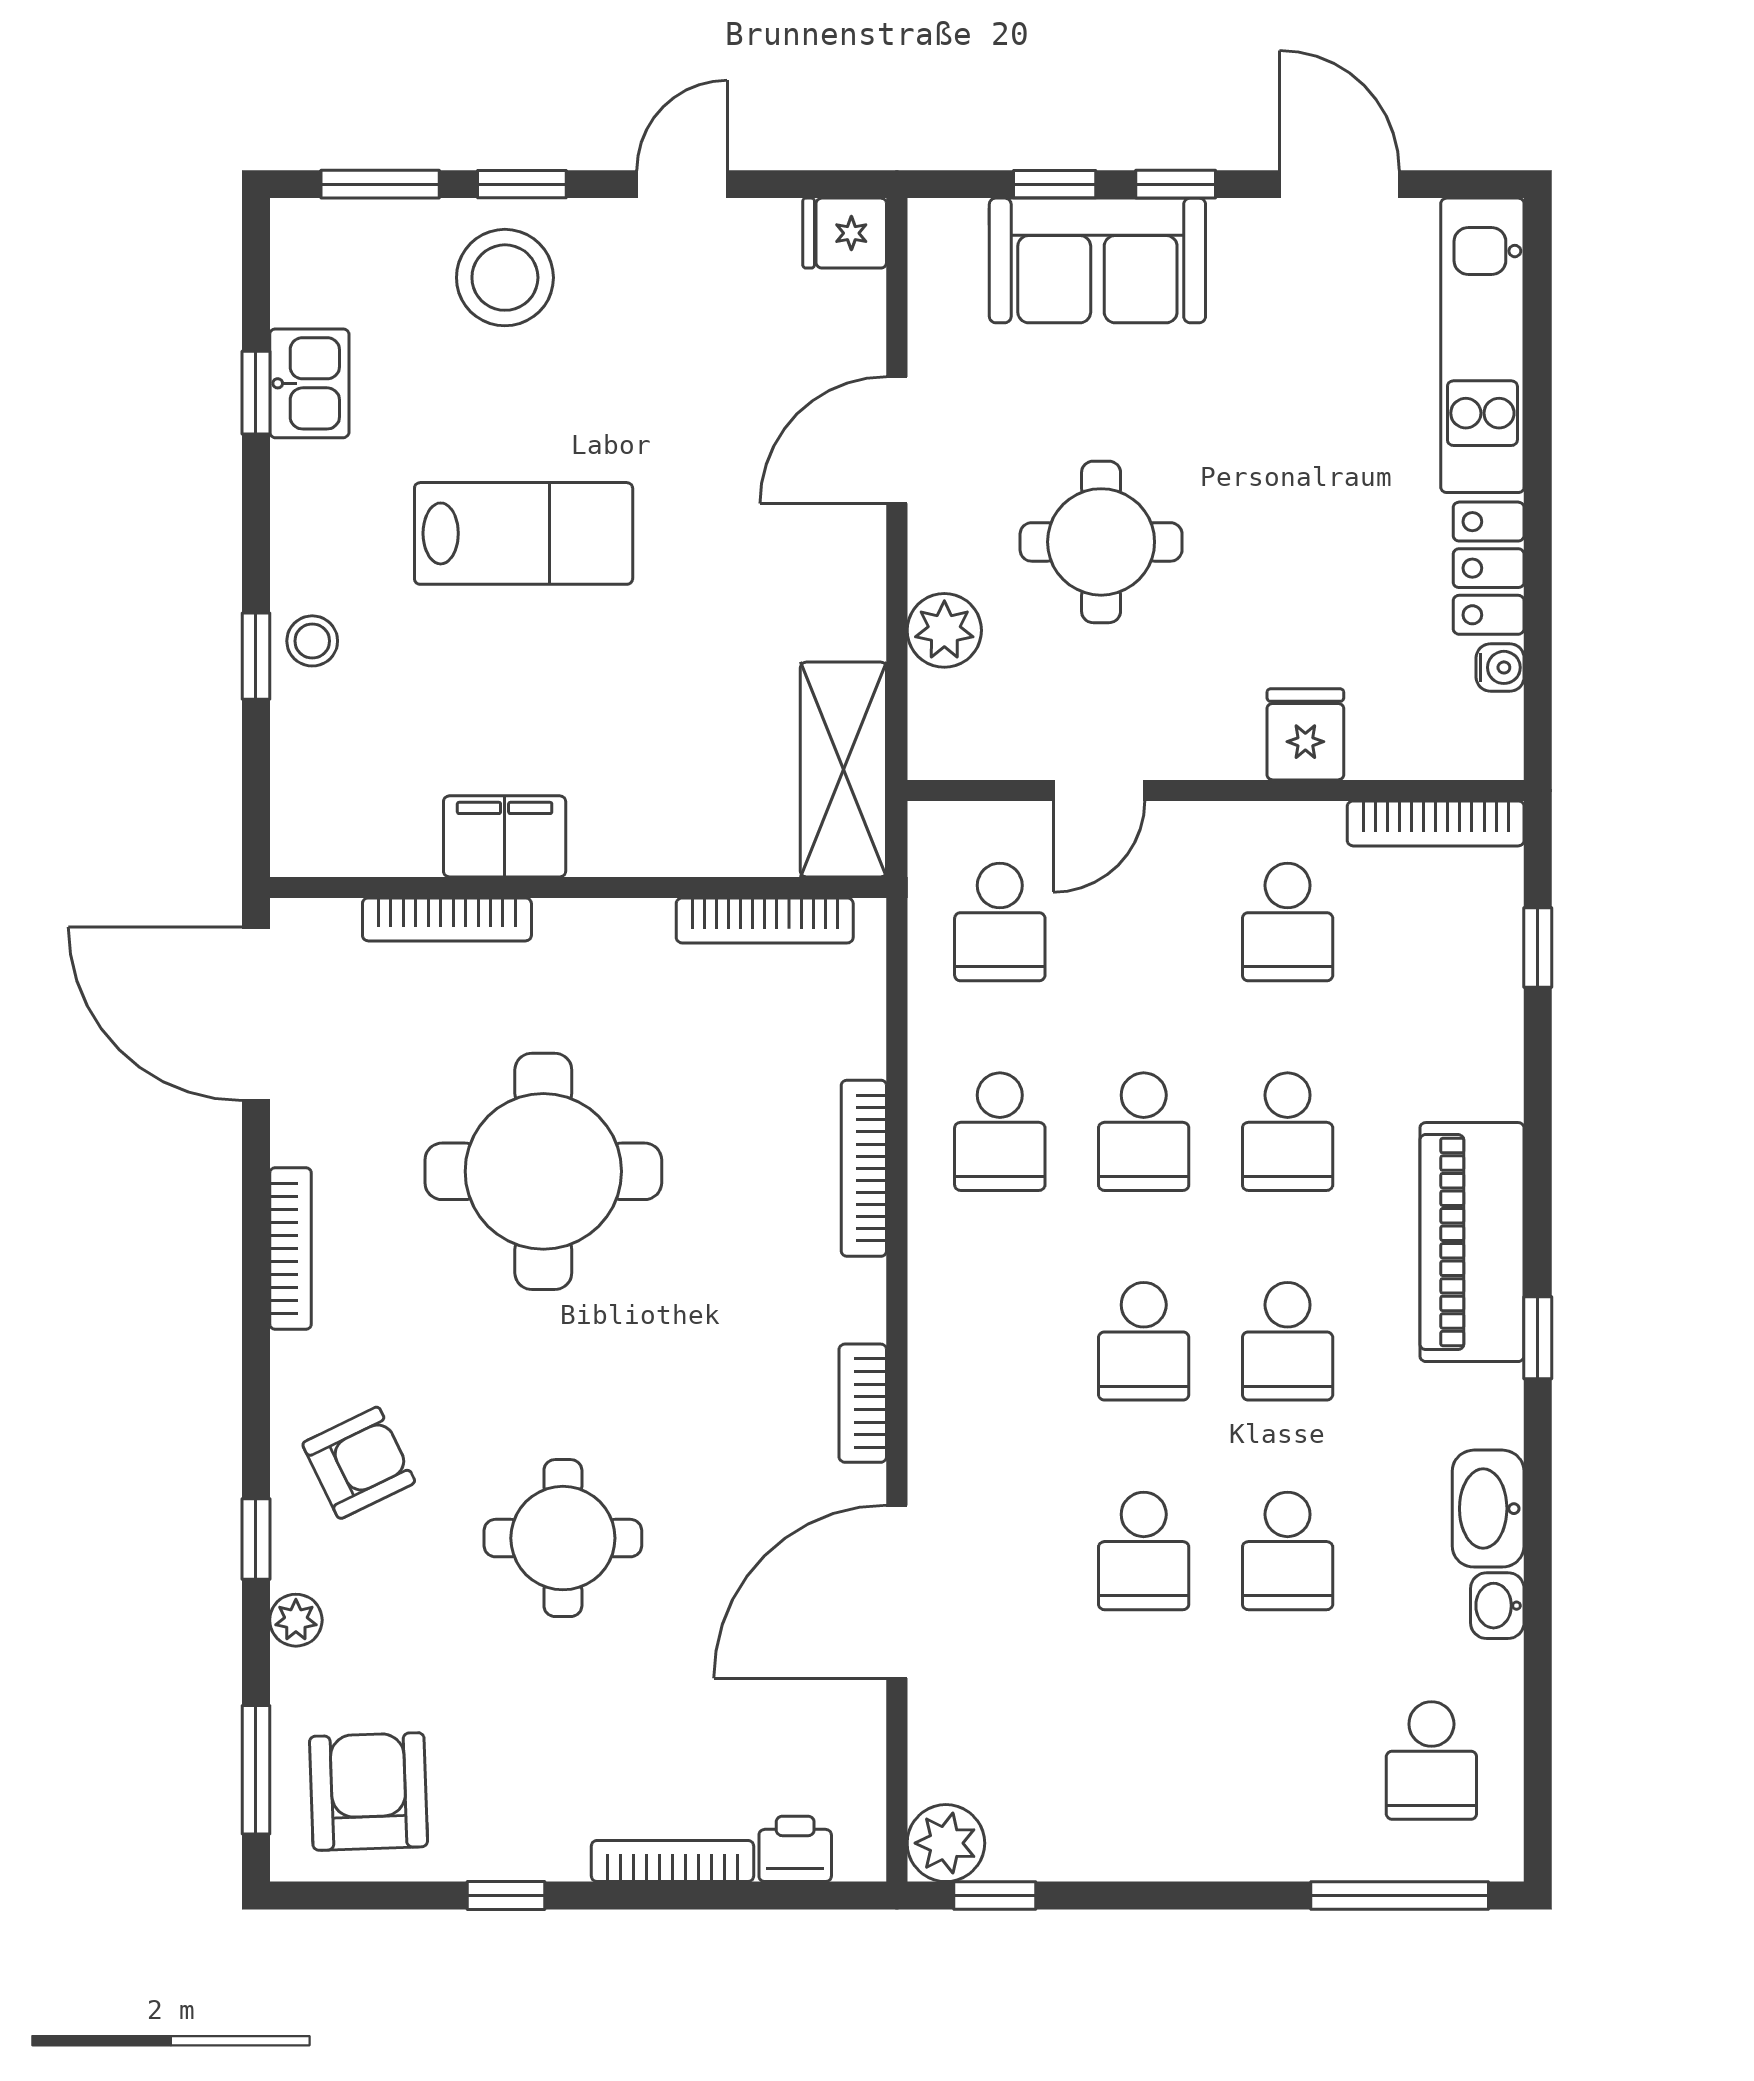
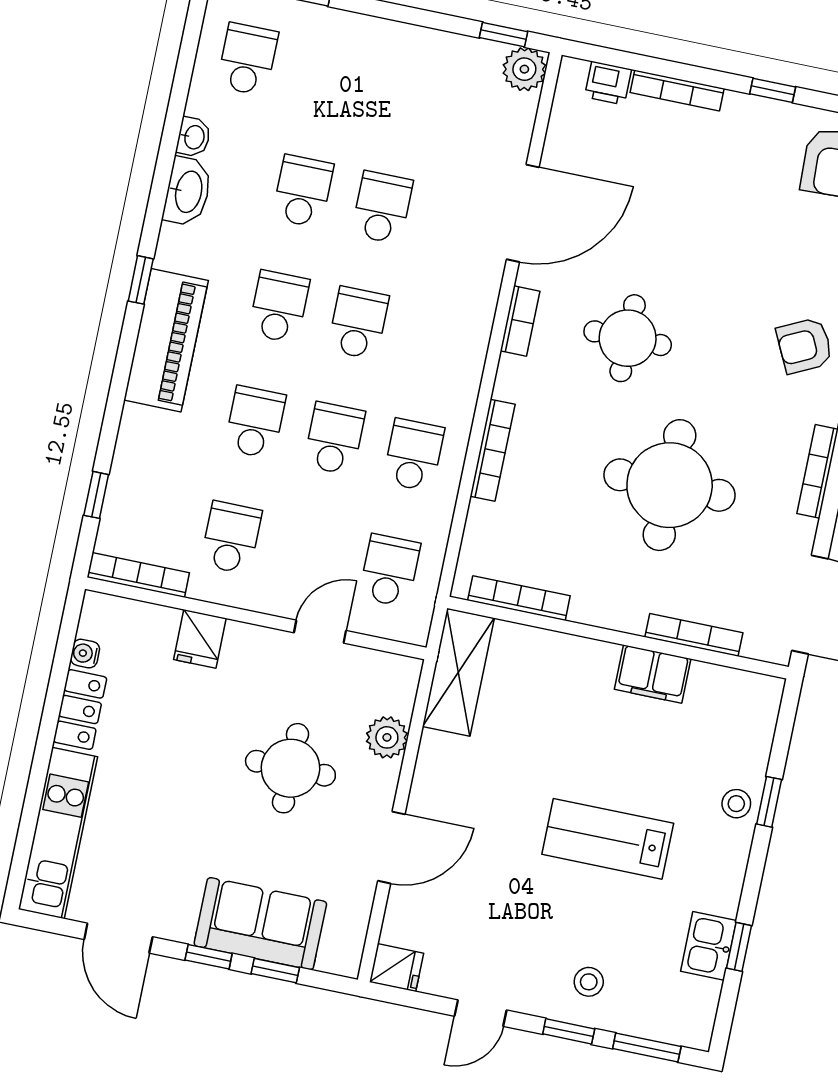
stool: (505, 278) -> (589, 982), width x0.53, depth x0.53
round table: (563, 1538) -> (628, 338), moved

